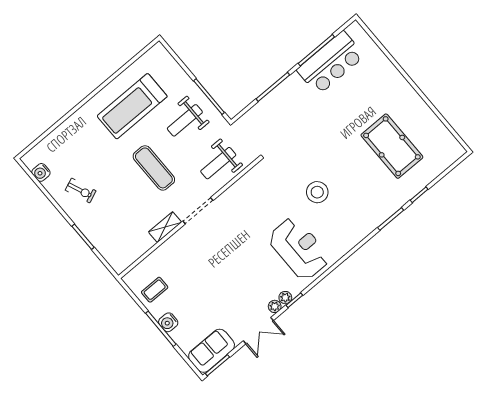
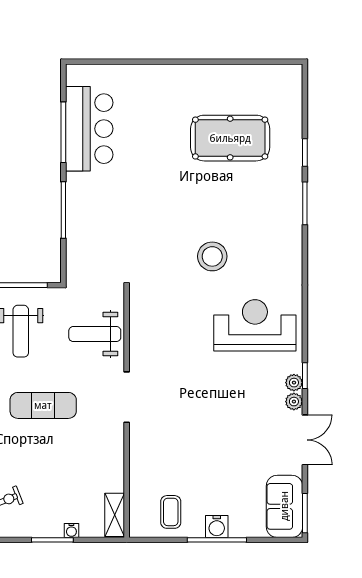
weight bench: (218, 163) -> (95, 334), turned 90
shelving: (165, 227) -> (115, 515), moved
water cooler: (97, 243) -> (71, 530), added

